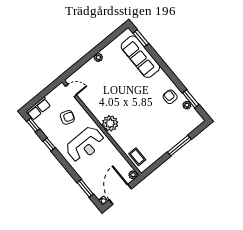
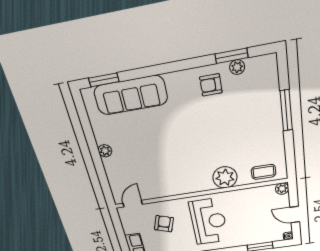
plant: (110, 123) -> (225, 177), moved
door: (120, 194) -> (295, 215), width x0.53

